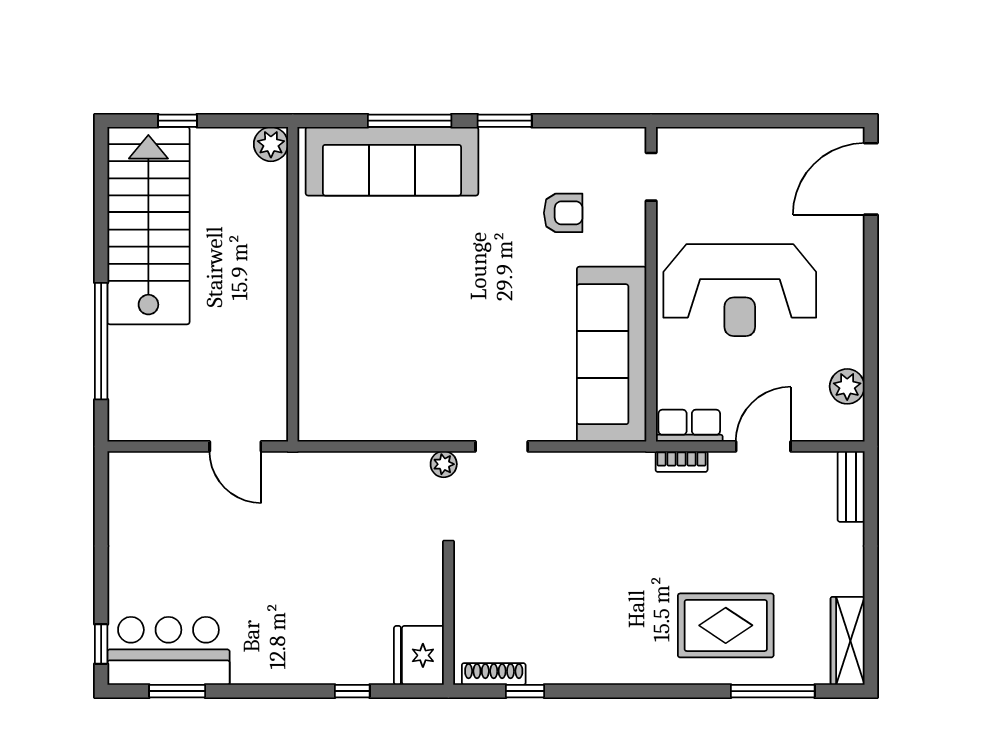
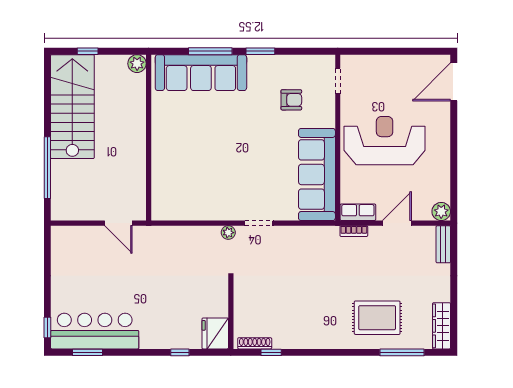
reception desk: (740, 290) -> (385, 141), turned 180
plant: (847, 386) -> (441, 211), moved
bar counter: (168, 651) -> (95, 331), width x1.36

